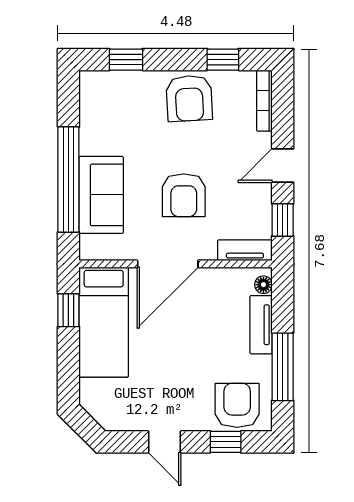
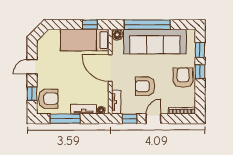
window: (223, 60) -> (200, 72), moved
armchair: (189, 98) -> (183, 78), turned 93
door: (283, 166) -> (153, 119), hinge flipped
sofa: (101, 195) -> (155, 42), width x1.85, depth x1.27
armchair: (184, 195) -> (145, 86), moved
floor lamp: (92, 248) -> (117, 35), added

